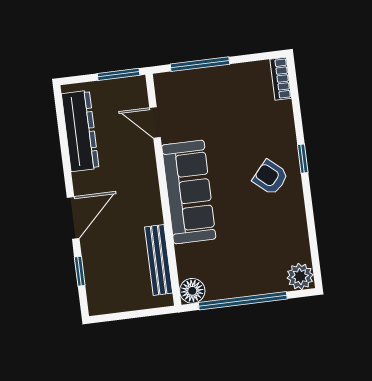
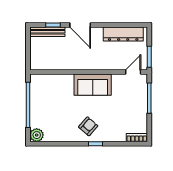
door: (155, 123) -> (133, 72), moved
sofa: (189, 192) -> (93, 85), width x0.73
bench: (159, 260) -> (47, 32), moved
floor lamp: (192, 291) -> (36, 80), removed

